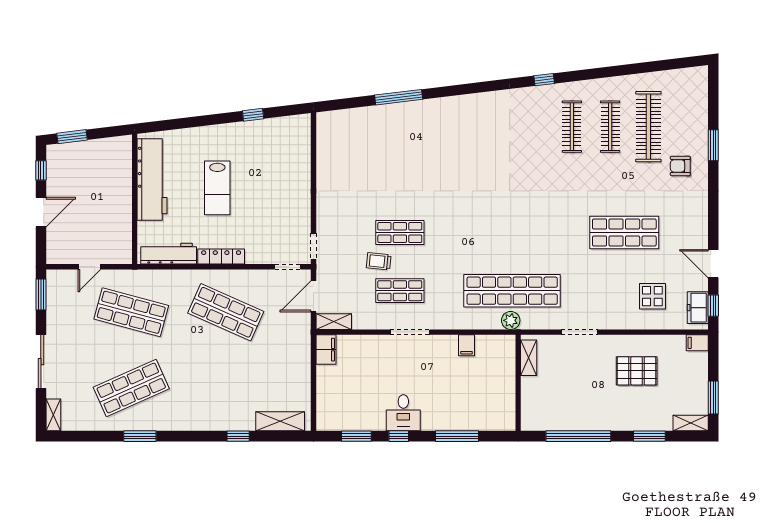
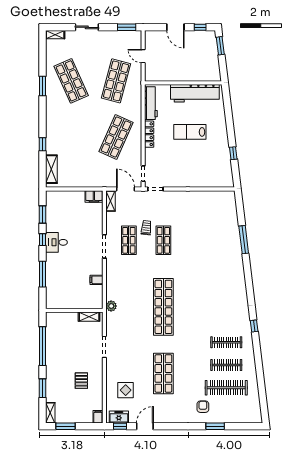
shop shelf: (512, 291) -> (163, 307), moved
sliding door: (41, 362) -> (87, 27), width x0.73
pallet: (637, 371) -> (81, 381), width x0.67, depth x0.71

